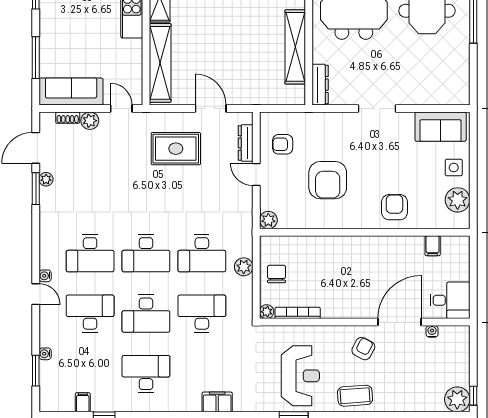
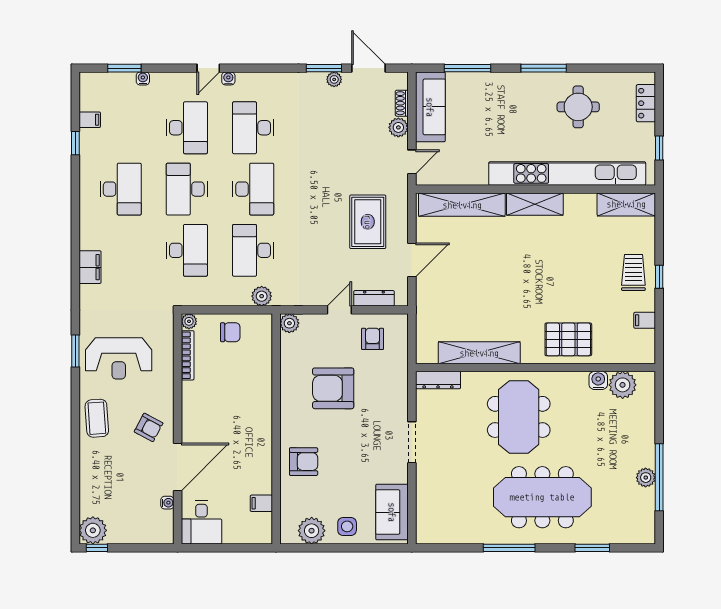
desk: (146, 253) -> (253, 189), turned 180
plant: (244, 267) -> (262, 296), moved
door: (400, 322) -> (178, 467), hinge flipped

